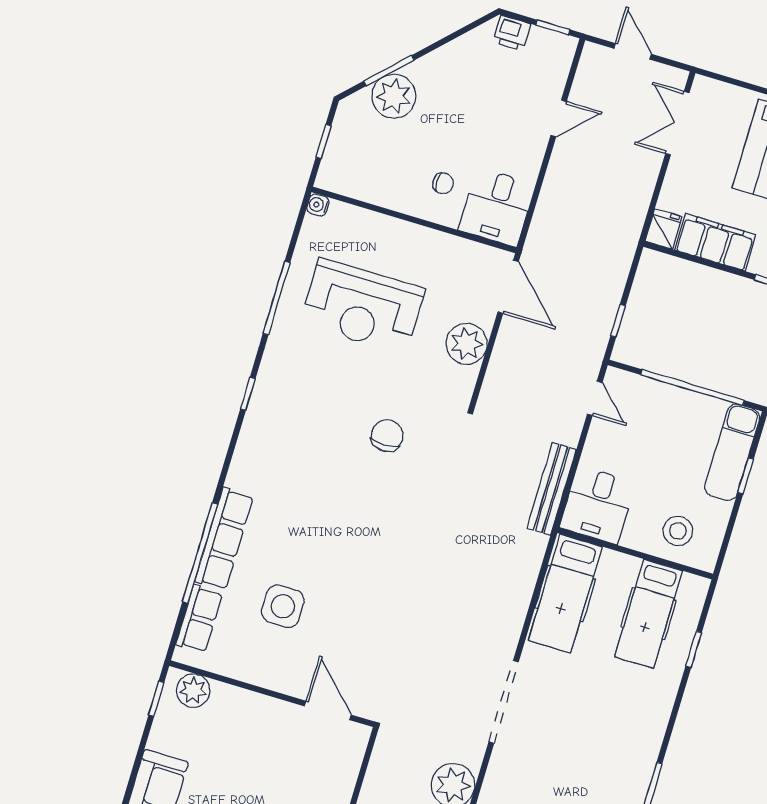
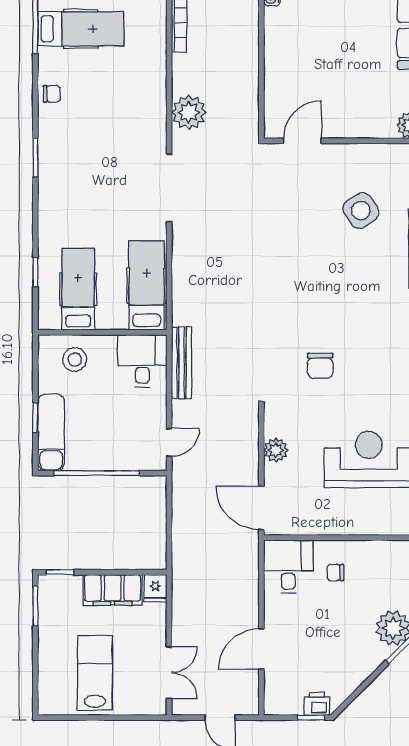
window: (553, 27) -> (311, 718), moved
door: (559, 118) -> (261, 649), width x1.38
window: (618, 321) -> (169, 507), removed
plant: (467, 344) -> (276, 450), width x0.73, depth x0.73
door: (595, 398) -> (169, 442), swing flipped
side table: (283, 606) -> (361, 211), turned -33
door: (328, 711) -> (302, 141), swing flipped

